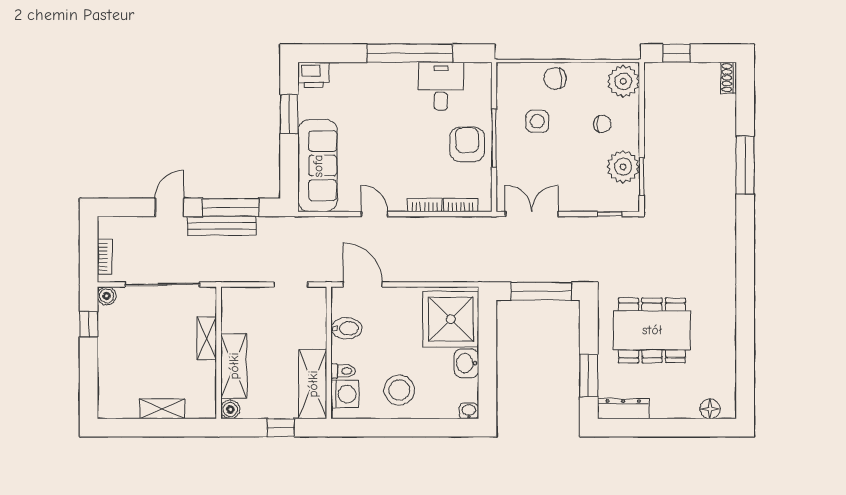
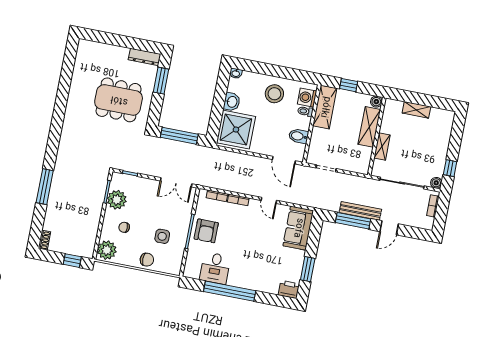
sofa: (318, 166) -> (298, 228), width x0.73
floor lamp: (710, 409) -> (93, 47), removed

